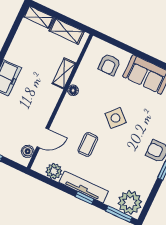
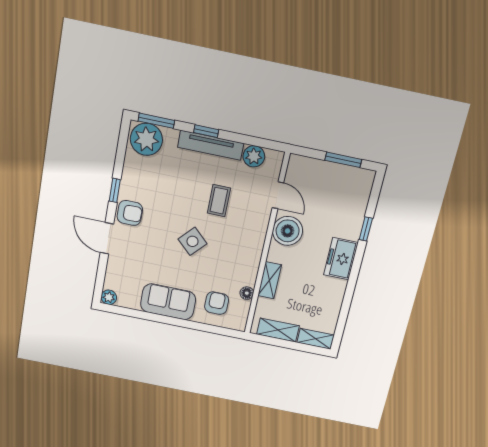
floor lamp: (73, 90) -> (247, 293), moved
door: (43, 138) -> (278, 195), swing flipped
boiler: (28, 151) -> (288, 231), moved, width x1.86, depth x1.86

